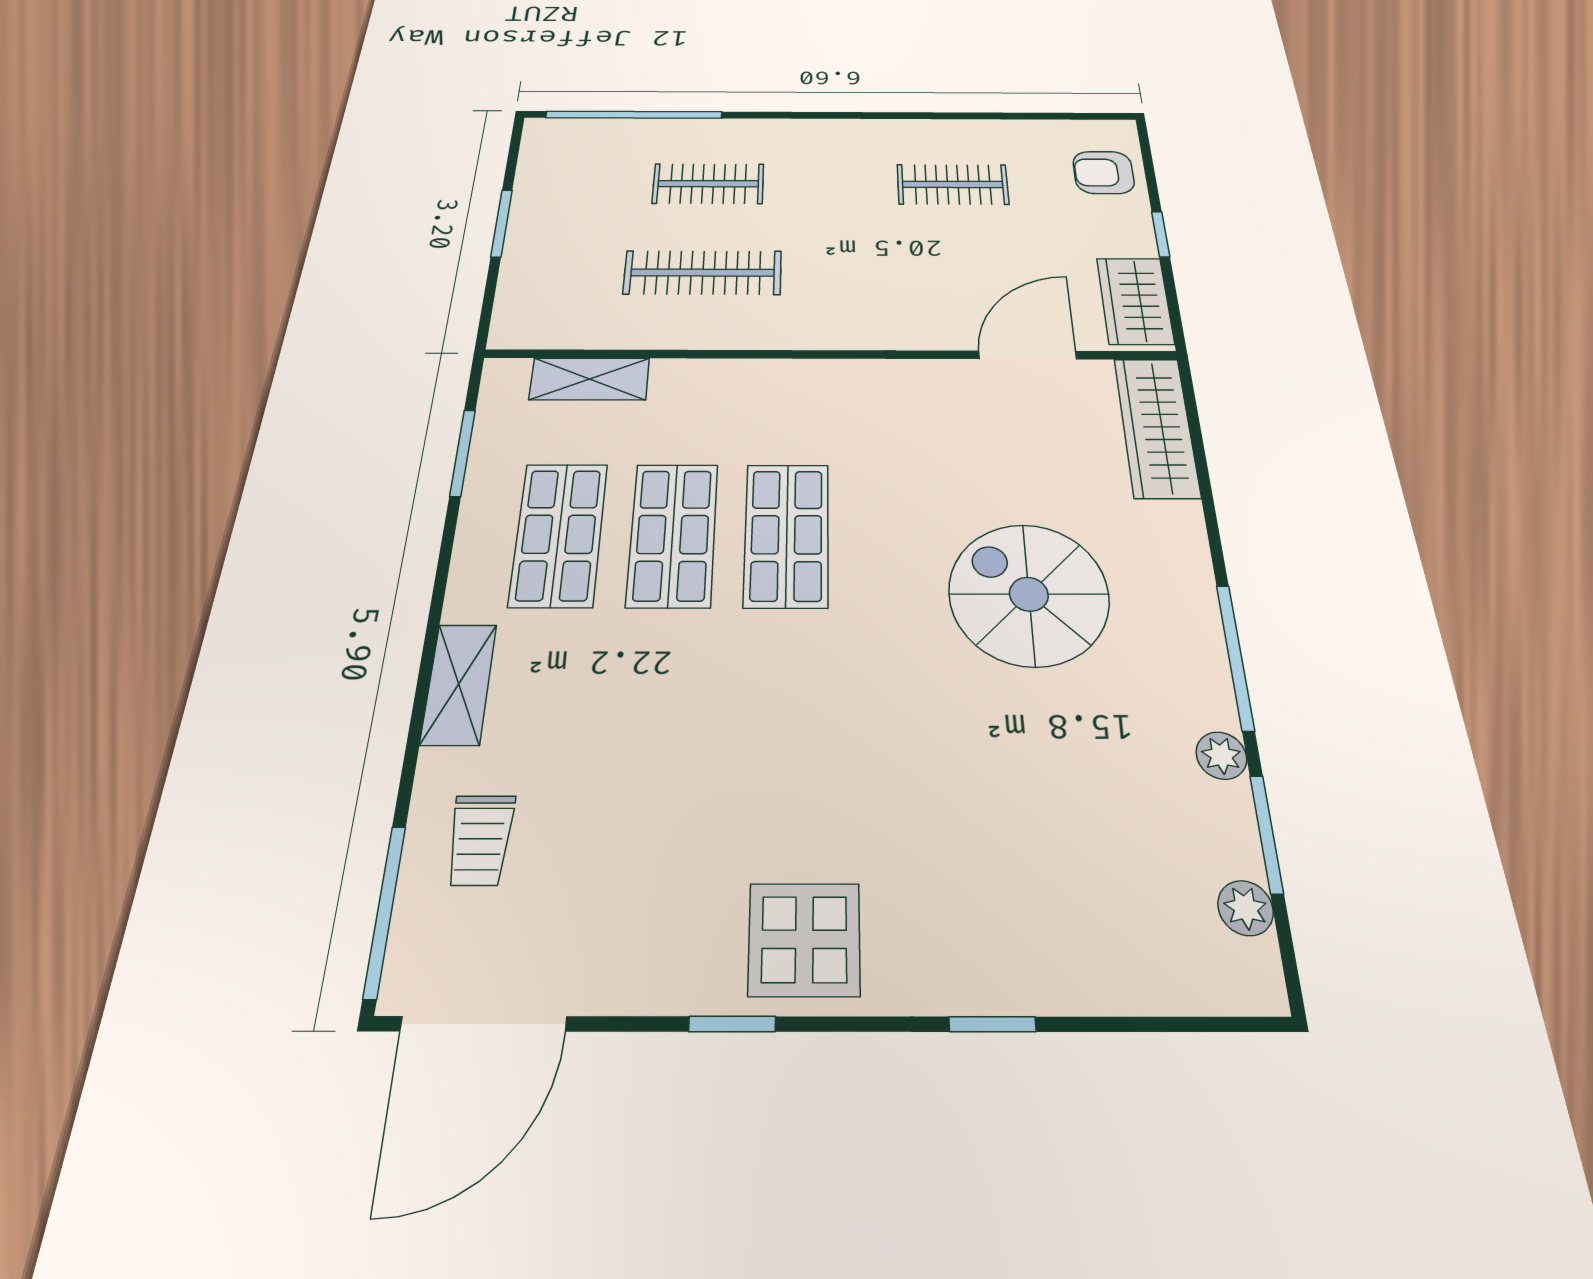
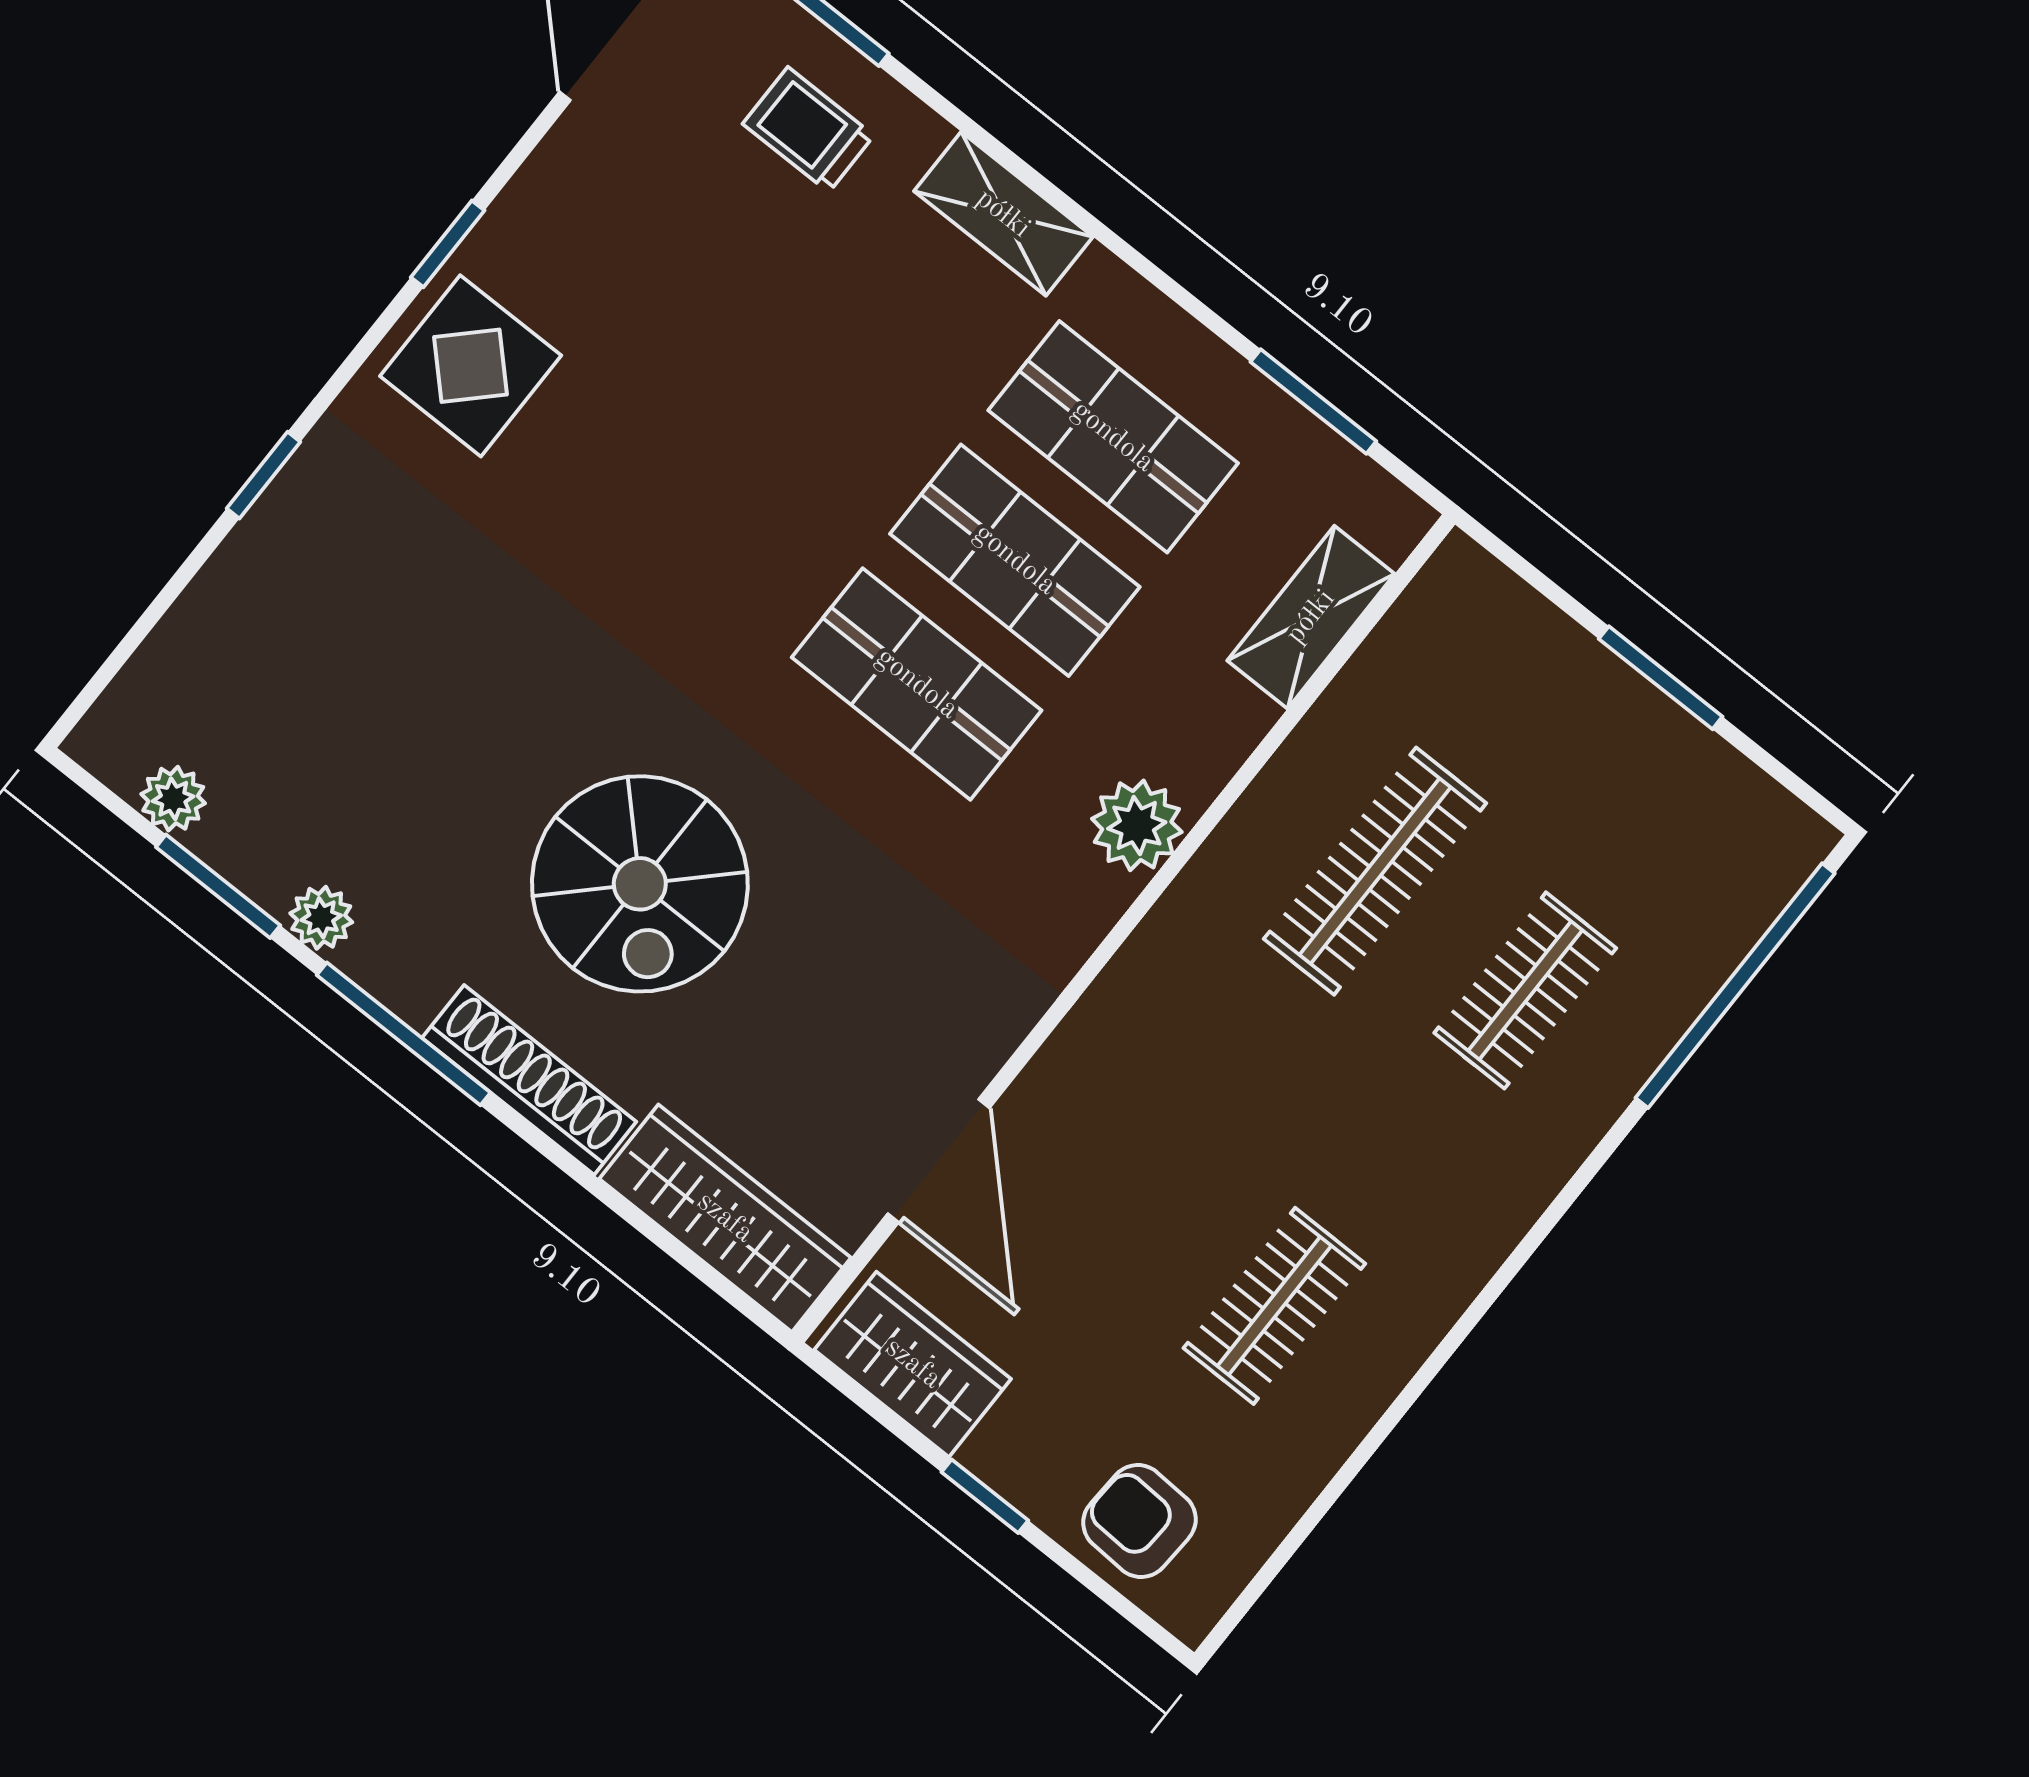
armchair: (1104, 172) -> (1139, 1521), turned -87
plant: (771, 383) -> (1137, 825), added
shoe rack: (1189, 572) -> (529, 1080), added
spiral stairs: (1029, 594) -> (640, 884), turned 90

